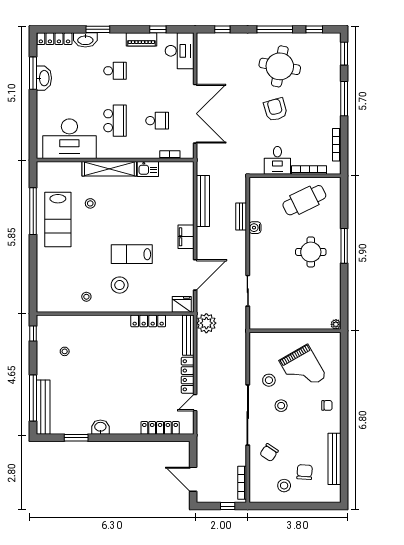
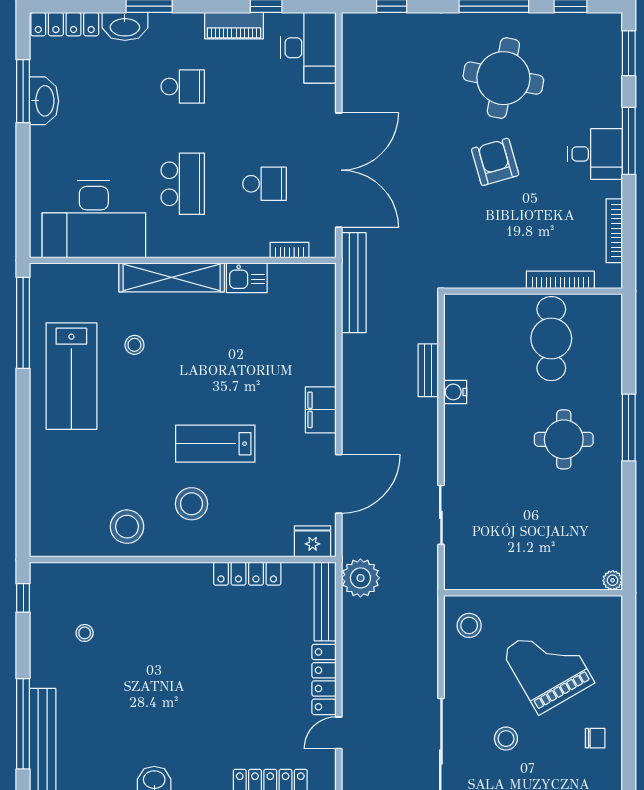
desk: (277, 160) -> (595, 154), moved, turned -90
cafe table: (304, 200) -> (551, 339), turned -64
bench: (203, 201) -> (354, 283), moved
window: (33, 211) -> (23, 323), moved
stool: (86, 297) -> (127, 527), width x1.89, depth x1.89
grand piano: (303, 369) -> (548, 667), turned 180
stool: (269, 380) -> (469, 625), moved

